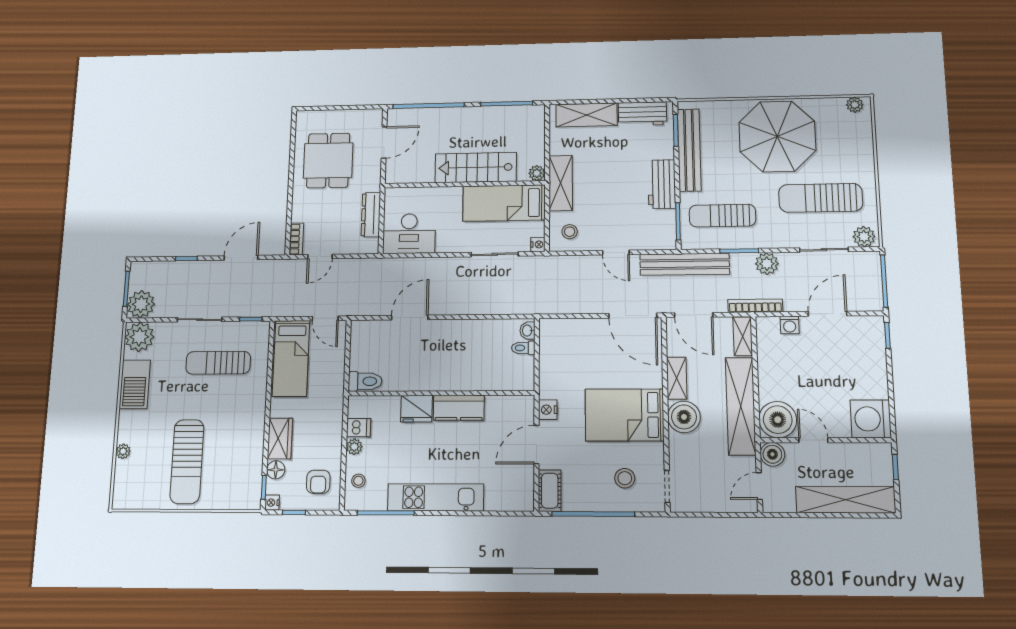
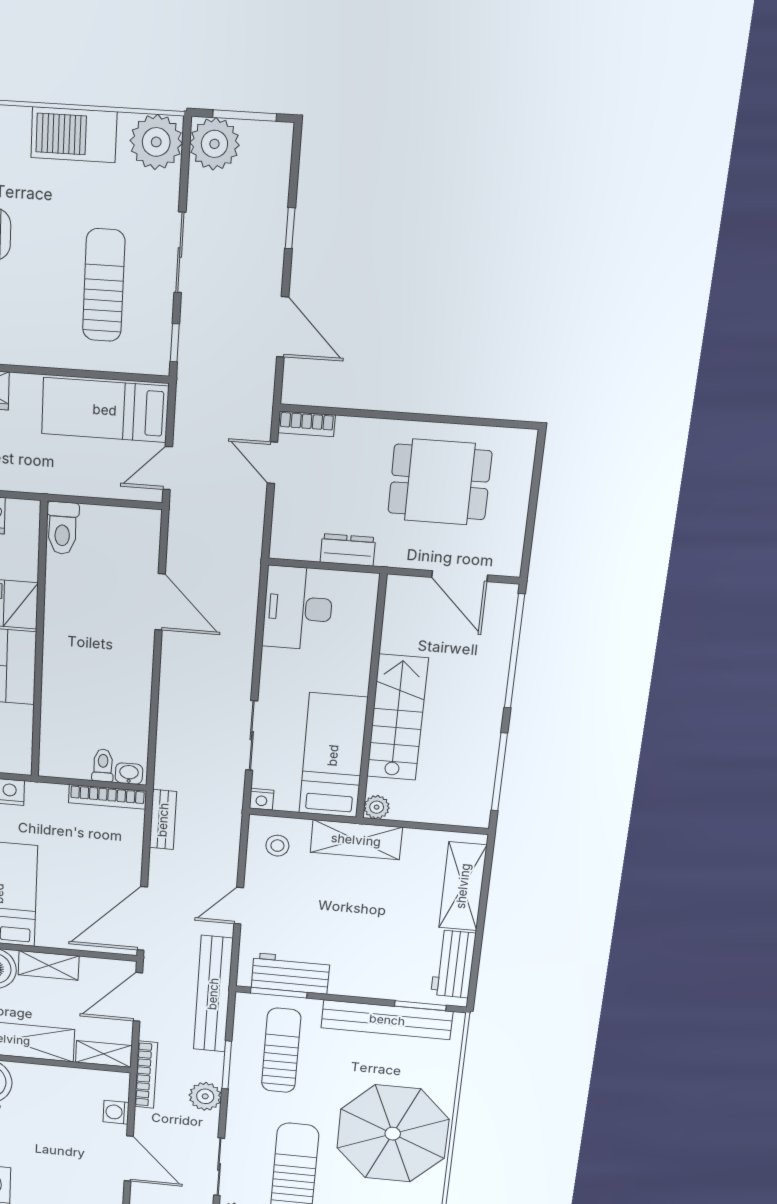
workbench: (662, 184) -> (291, 974), moved
dresser: (371, 215) -> (348, 550), width x0.70
bench: (558, 306) -> (163, 820), added
bookcase: (545, 344) -> (107, 797), added

